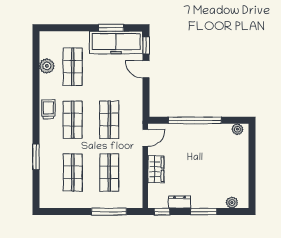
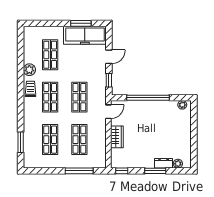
window: (146, 45) -> (109, 80), moved
plant: (47, 66) -> (29, 70), moved
door: (146, 69) -> (109, 57), swing flipped
window: (36, 157) -> (21, 142), moved
dresser: (180, 202) -> (164, 163), moved

